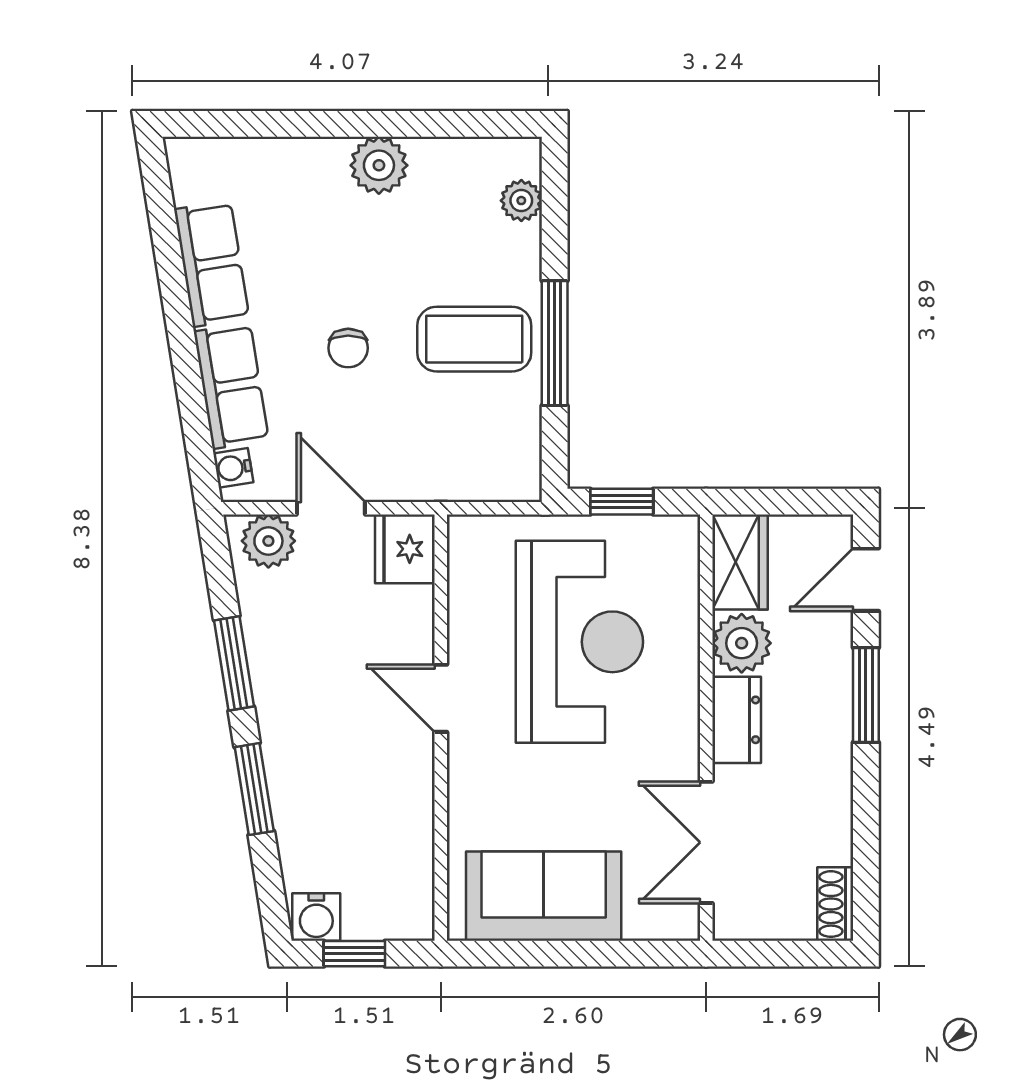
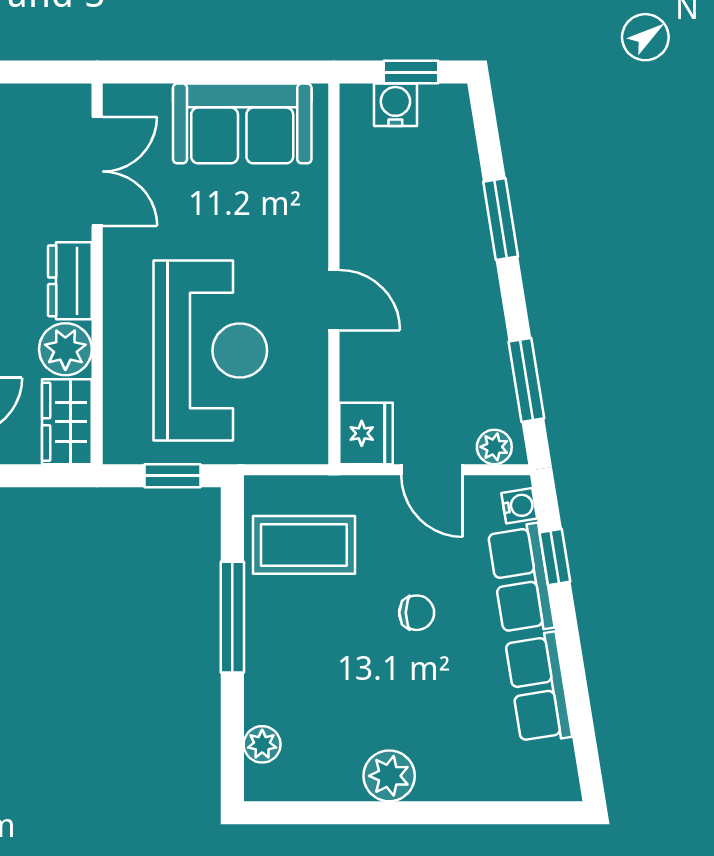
coffee table: (474, 339) -> (304, 545), moved
chair: (348, 348) -> (417, 613), turned 90
window: (193, 410) -> (555, 557), added
plant: (268, 541) -> (494, 447), width x0.73, depth x0.73
reception desk: (579, 642) -> (210, 351), turned 180
window: (234, 663) -> (526, 380), moved
water cooler: (316, 917) -> (395, 105), moved

